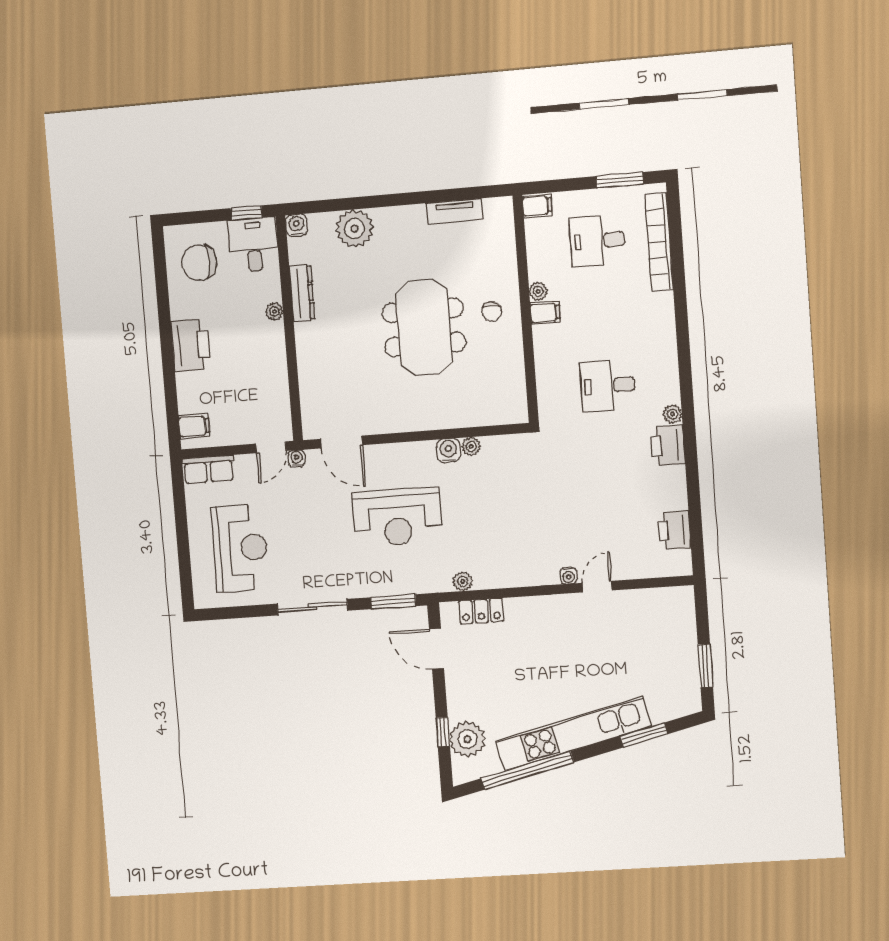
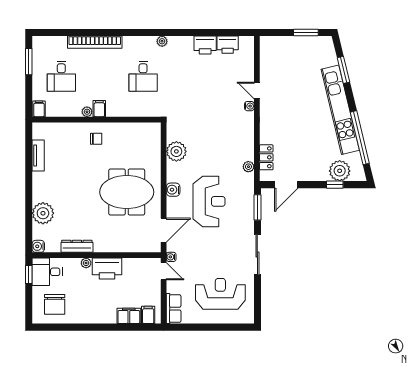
bookcase: (659, 242) -> (95, 42), moved
meeting table: (424, 327) -> (127, 192), moved
printer: (191, 345) -> (107, 268), moved, turned 180
filing cabinet: (190, 393) -> (129, 316), added
printer: (668, 445) -> (205, 45), moved
plant: (471, 446) -> (176, 151), width x1.87, depth x1.87
water cooler: (448, 451) -> (173, 190), moved

